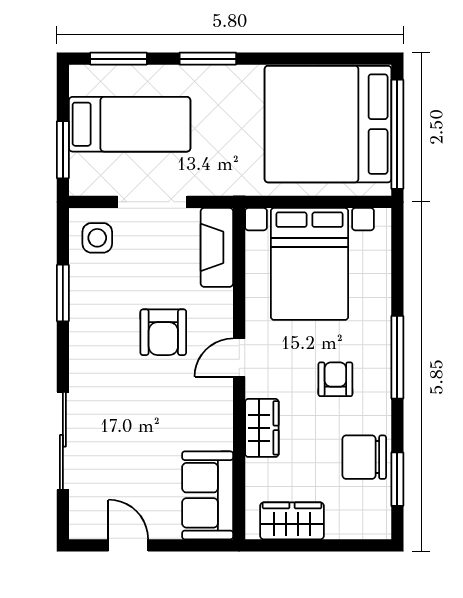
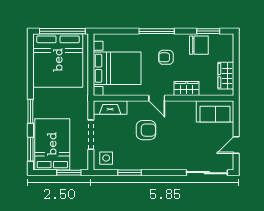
bed: (130, 124) -> (52, 144), width x1.50
sliding door: (63, 441) -> (207, 173), moved
chair: (364, 457) -> (199, 45), turned -90

